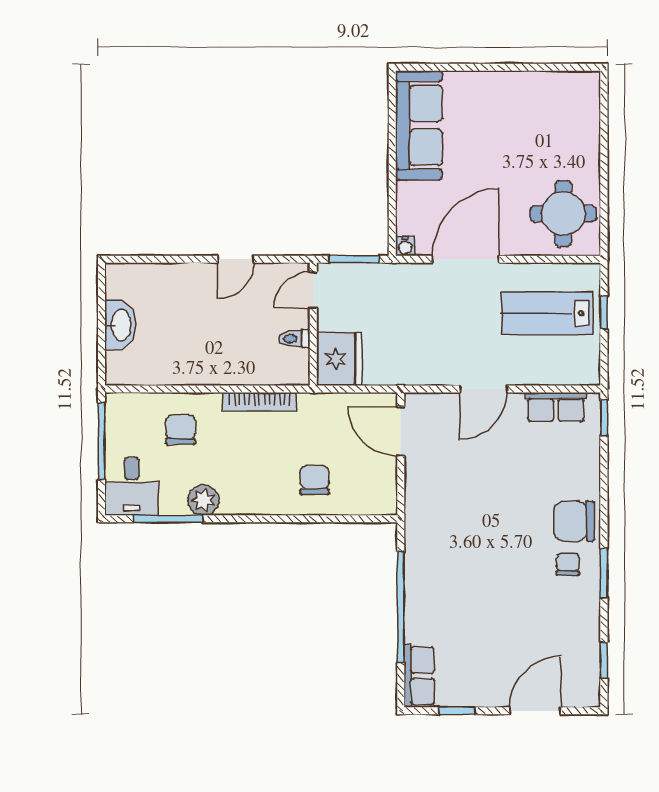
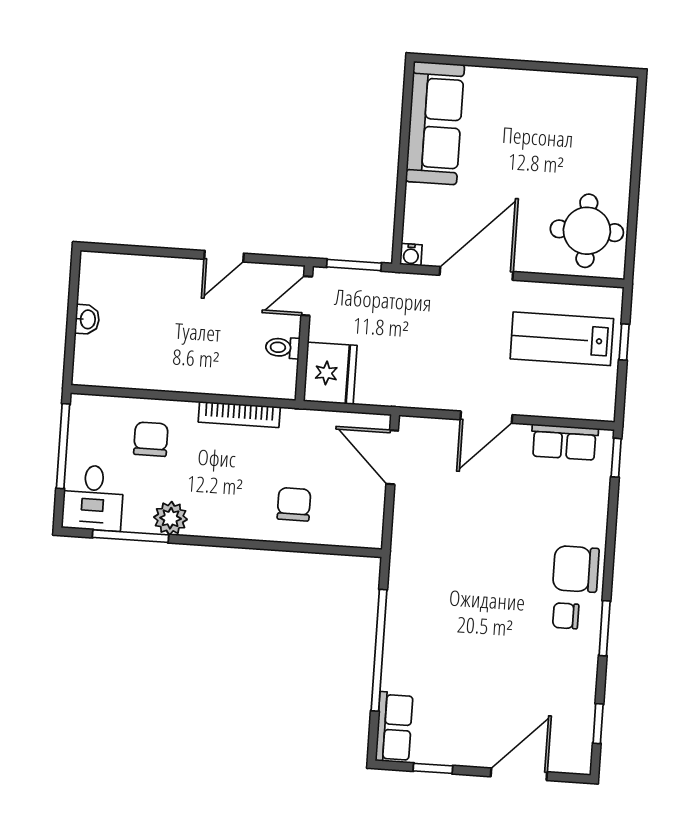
washbasin: (120, 325) -> (87, 319), width x0.52, depth x0.69
chair: (568, 564) -> (566, 616), turned -90

